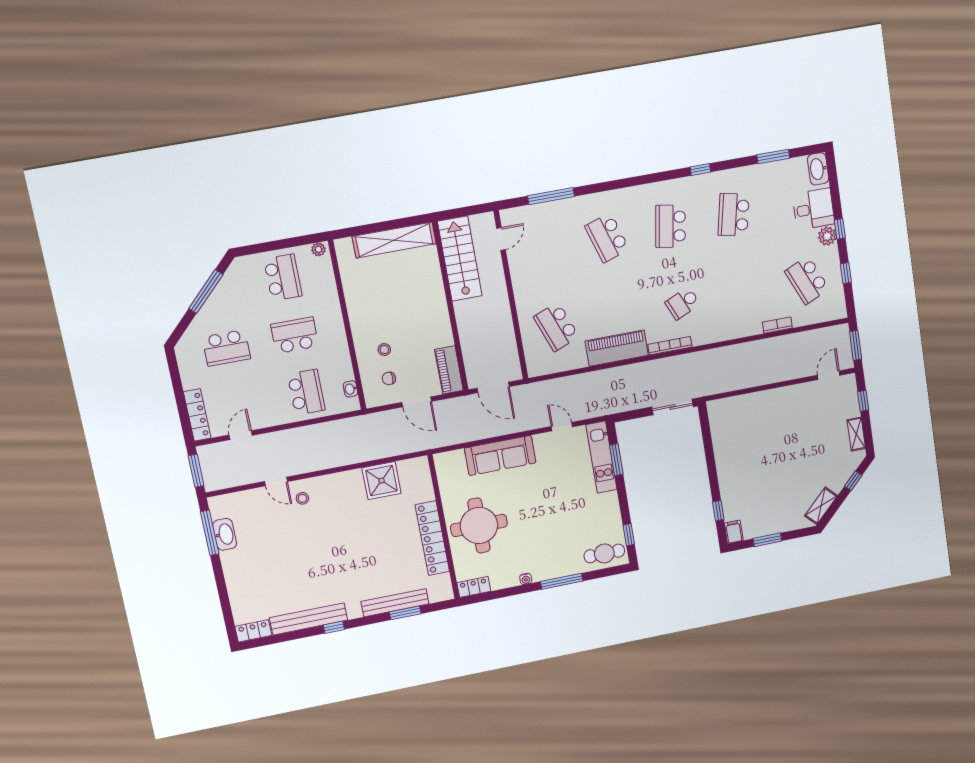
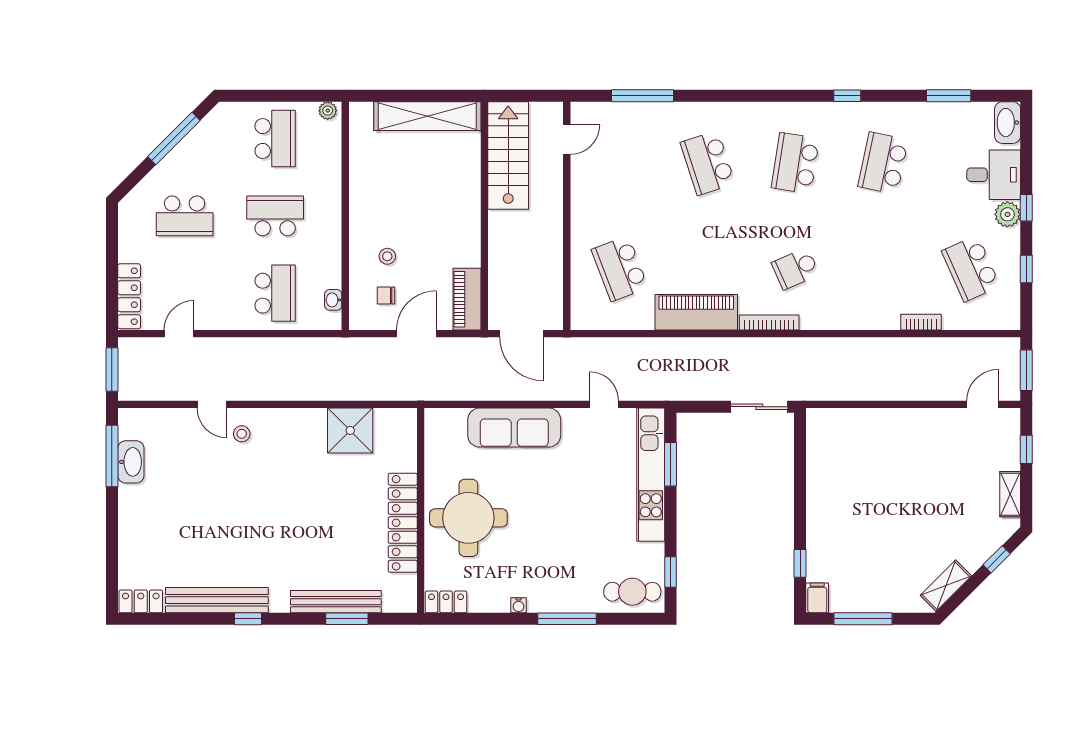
door: (417, 402) -> (416, 334), swing flipped
kitchen unit: (601, 457) -> (651, 475), width x1.36
window: (767, 540) -> (863, 619), width x1.44

